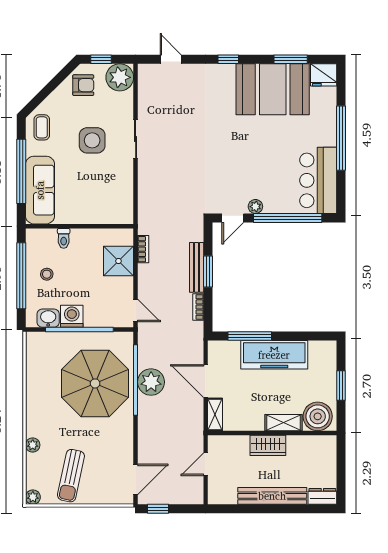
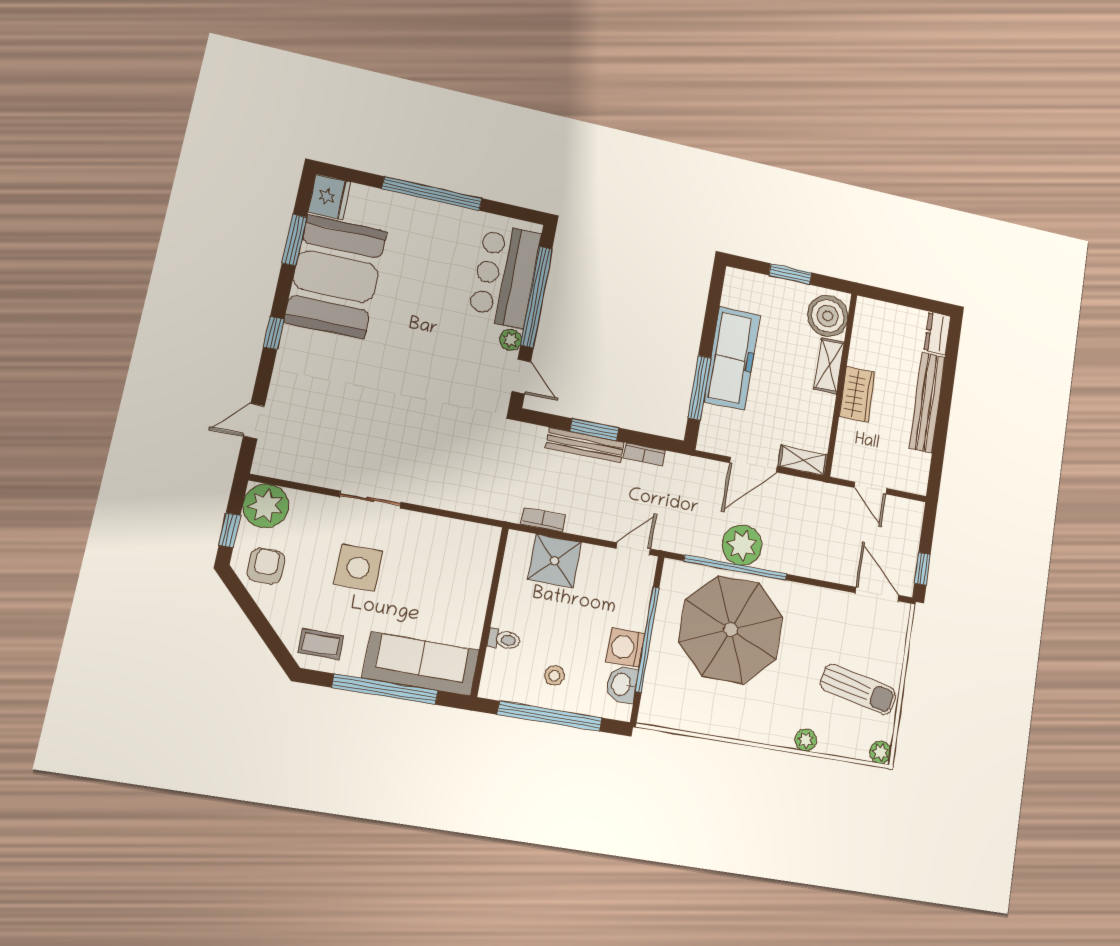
bar counter: (318, 180) -> (505, 276), moved, turned 90

